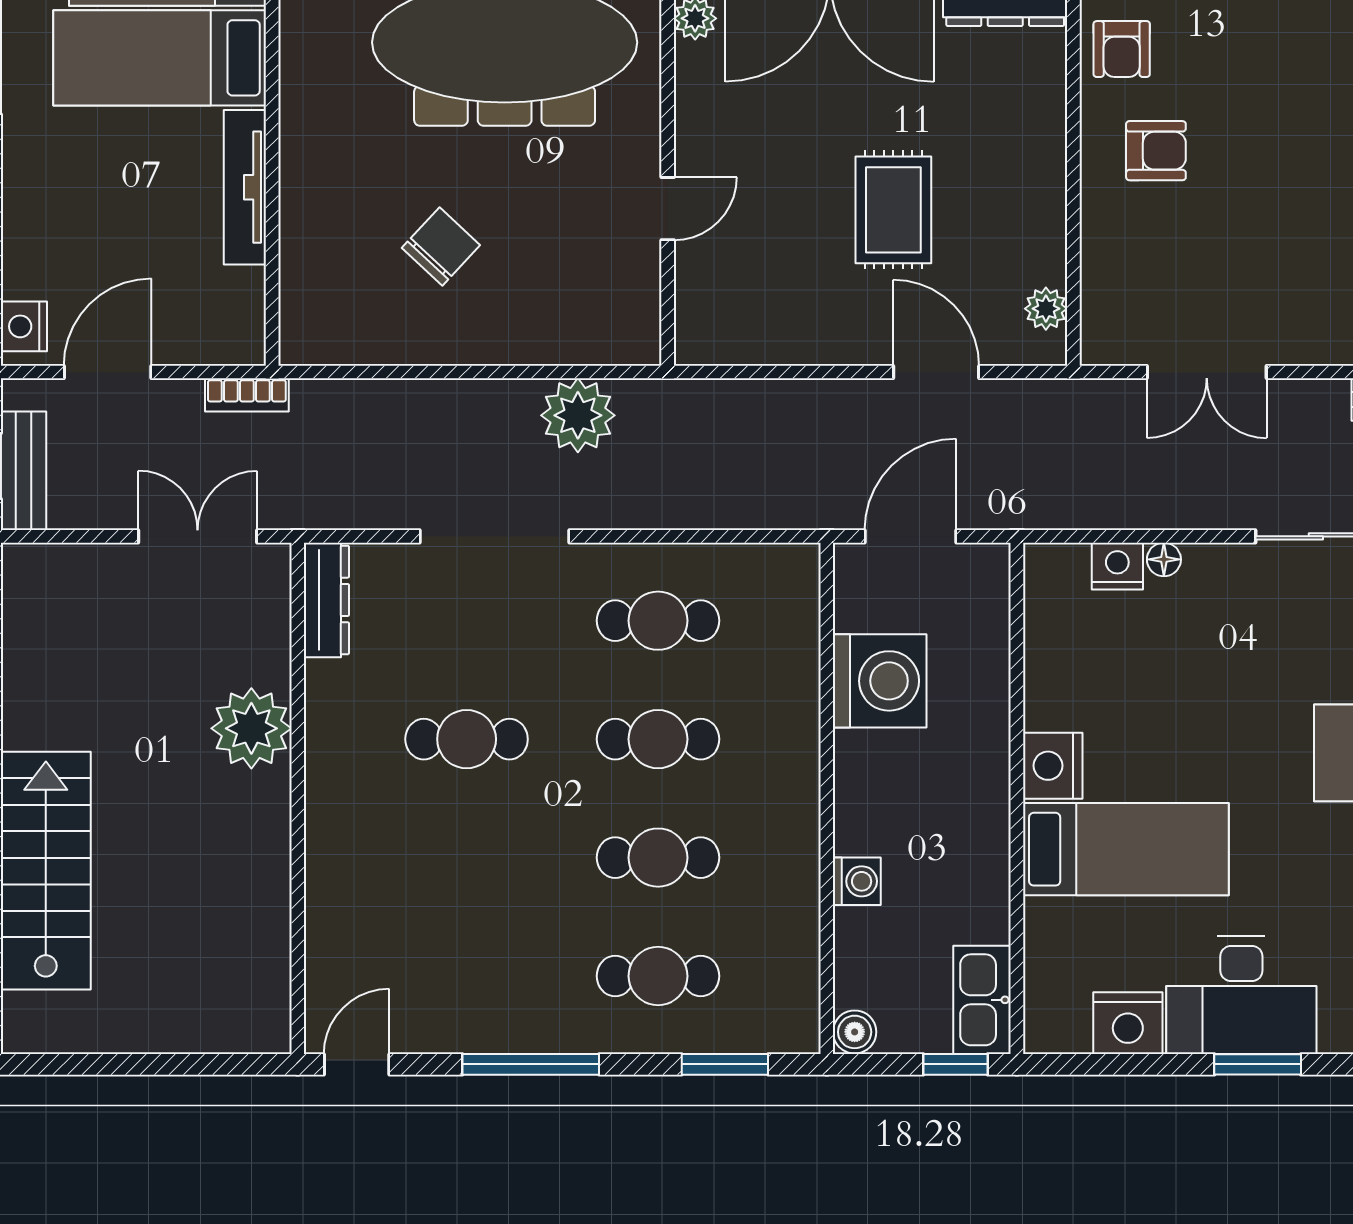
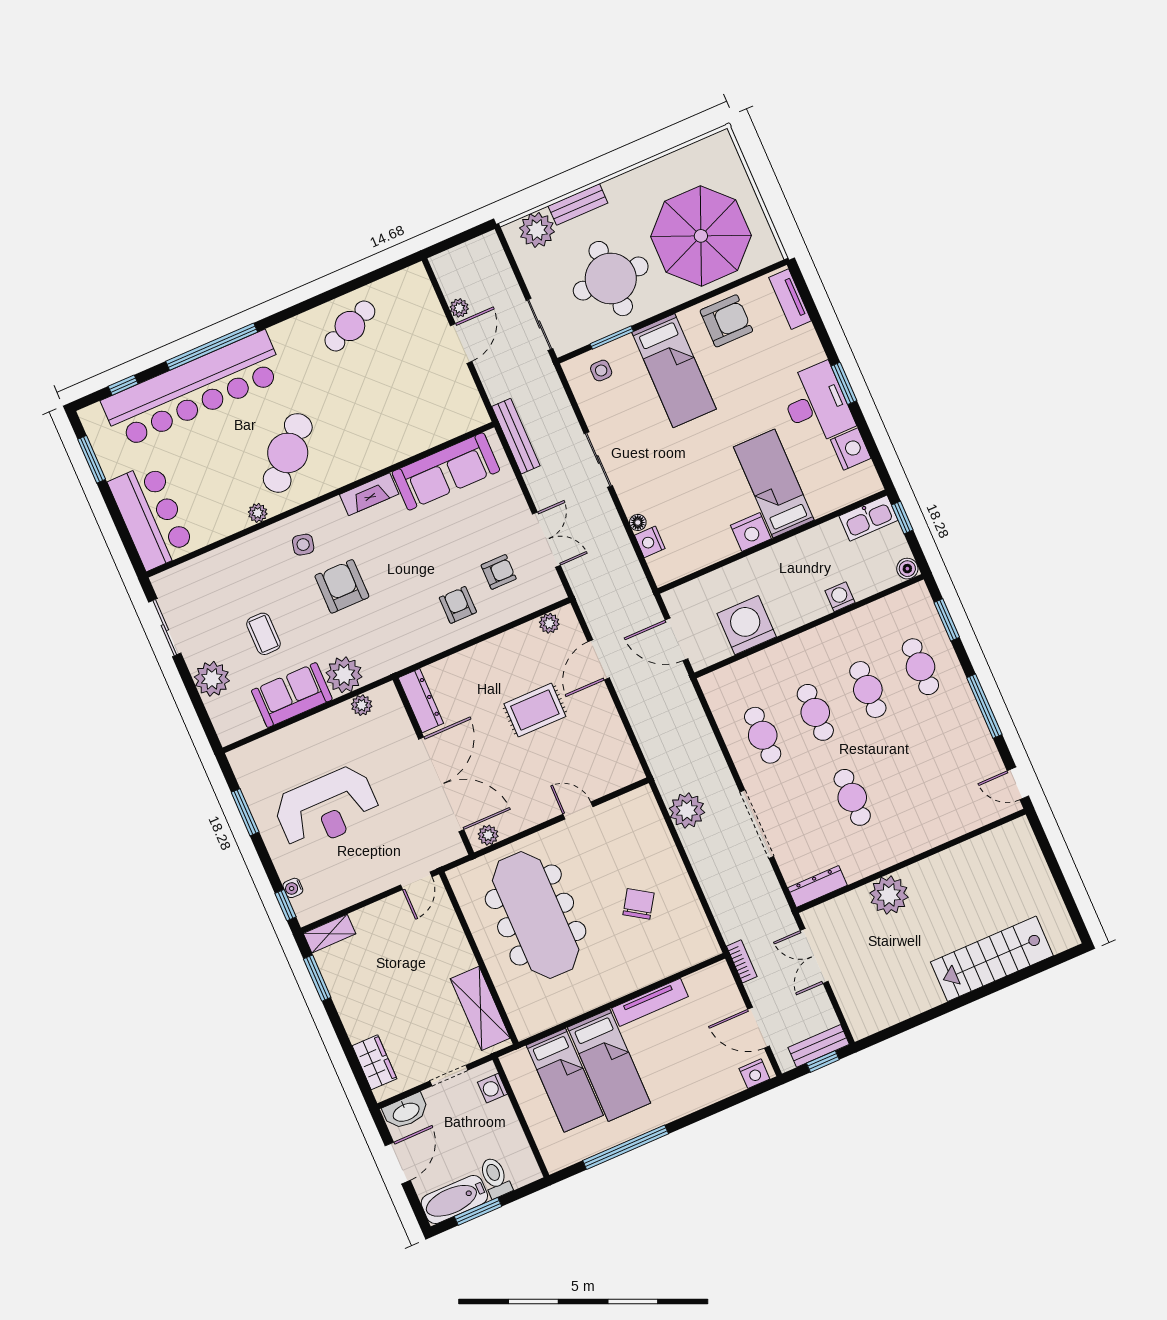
armchair: (1122, 49) -> (499, 572), moved
chair: (441, 247) -> (638, 904), turned 80

